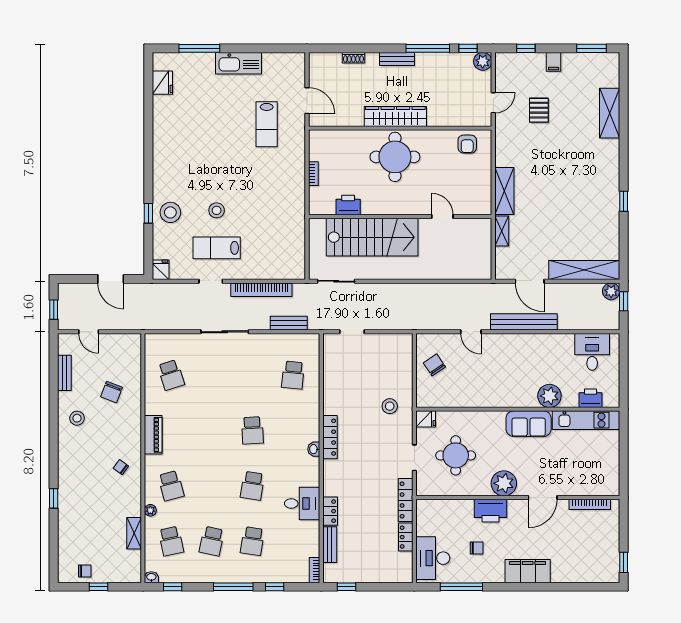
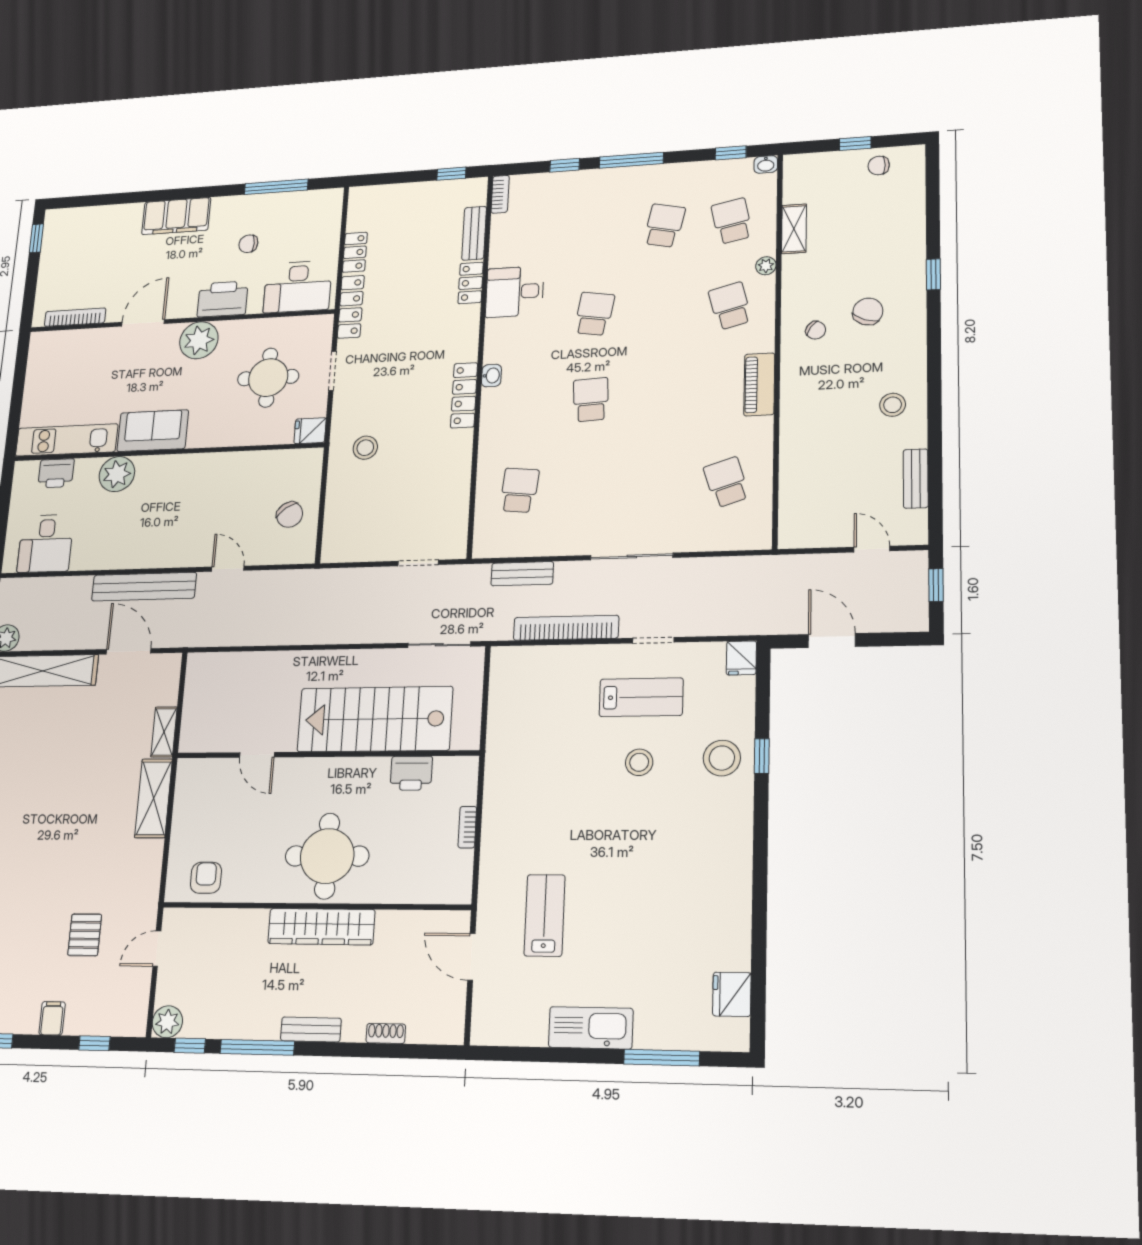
chair: (112, 392) -> (868, 311), moved
school desk: (252, 541) -> (598, 230), removed
desk: (433, 558) -> (298, 287), moved, turned 90

